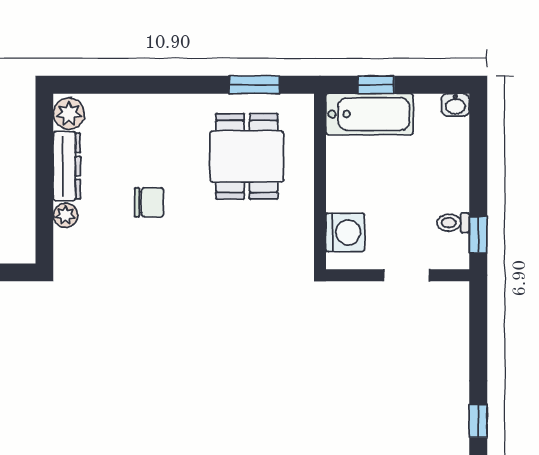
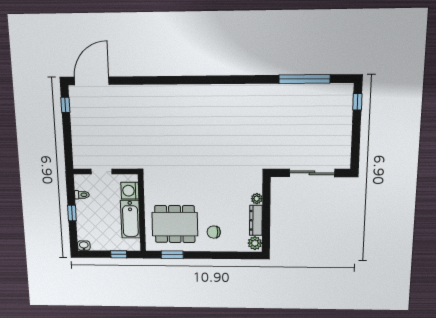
bathtub: (369, 114) -> (130, 219), moved, turned -90
dining table: (247, 156) -> (175, 224), width x1.38
chair: (149, 202) -> (214, 232), moved
window: (478, 235) -> (72, 213), moved

